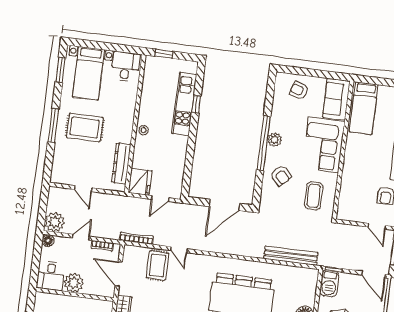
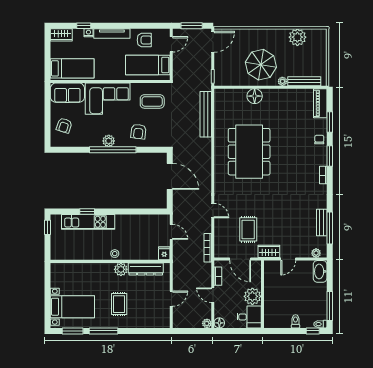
window: (164, 54) -> (48, 227), moved
desk: (126, 67) -> (63, 276), removed
window: (53, 125) -> (104, 331), moved
rug: (85, 128) -> (119, 304), width x0.73, depth x0.70
plant: (124, 135) -> (121, 269), added
armchair: (281, 175) -> (138, 132), turned 142
fridge: (140, 182) -> (164, 253), width x0.53, depth x0.75
bed: (356, 196) -> (148, 65), added
plant: (55, 222) -> (207, 323), width x0.53, depth x0.53
door: (179, 250) -> (213, 211), hinge flipped
rug: (158, 265) -> (248, 229), moved, turned 90
door: (119, 274) -> (240, 259), hinge flipped
barbecue: (329, 284) -> (225, 79), removed

